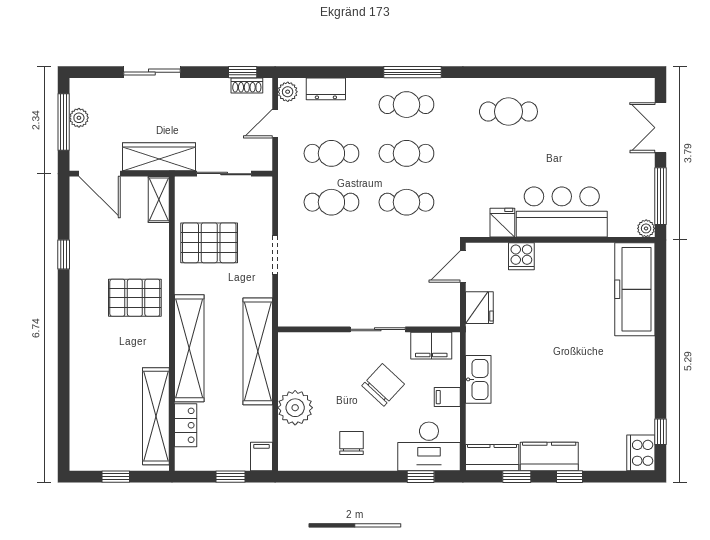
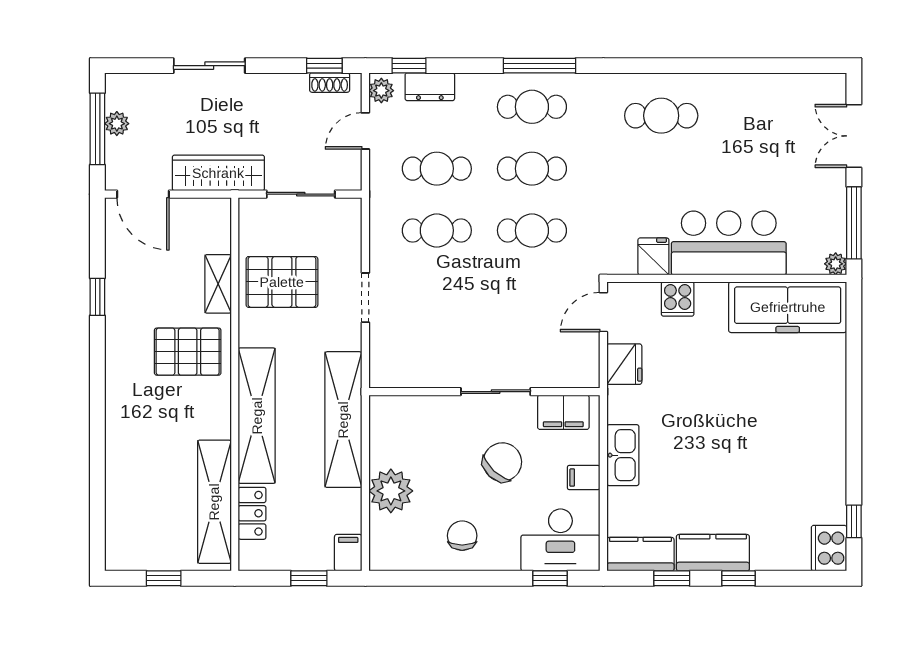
window: (309, 72) -> (409, 66), added
shelving: (159, 199) -> (218, 284), moved
freezer: (635, 289) -> (788, 307), moved, turned -90

